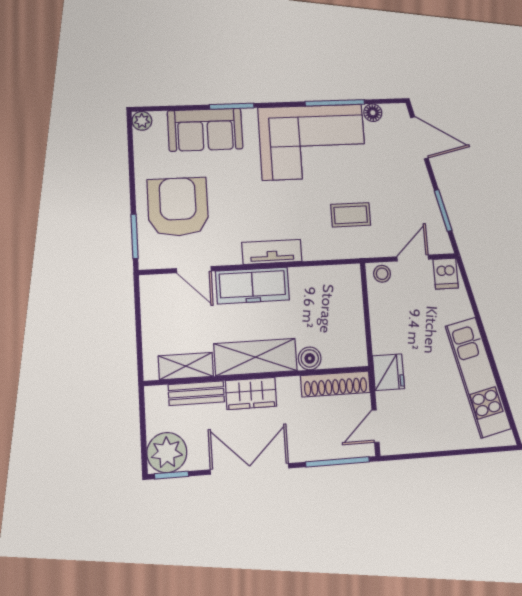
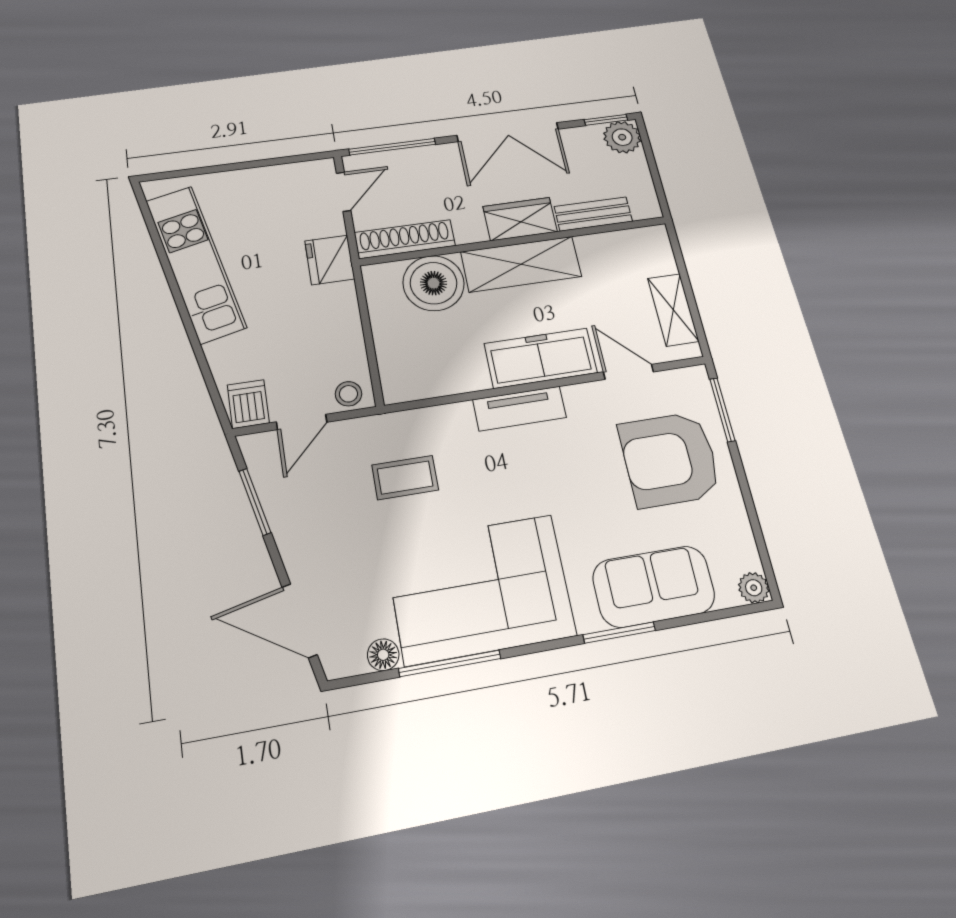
armchair: (178, 207) -> (670, 459), turned 90
boiler: (310, 358) -> (434, 283), width x1.86, depth x1.86
shelving: (186, 366) -> (673, 310), moved, turned 90
plant: (167, 453) -> (622, 137), width x0.73, depth x0.73

